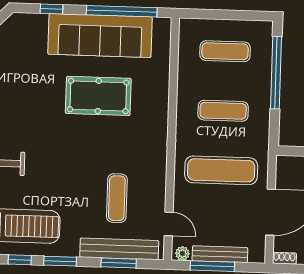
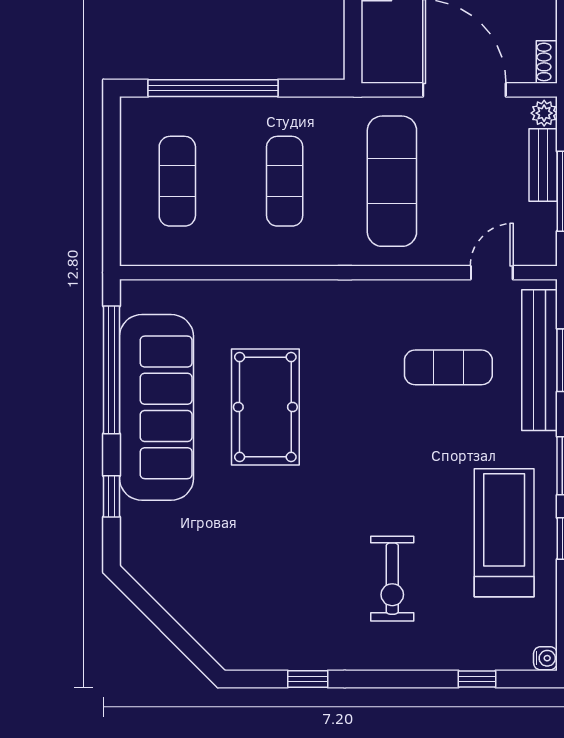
plant: (182, 253) -> (544, 113), moved
bench: (220, 254) -> (543, 165), width x0.73

